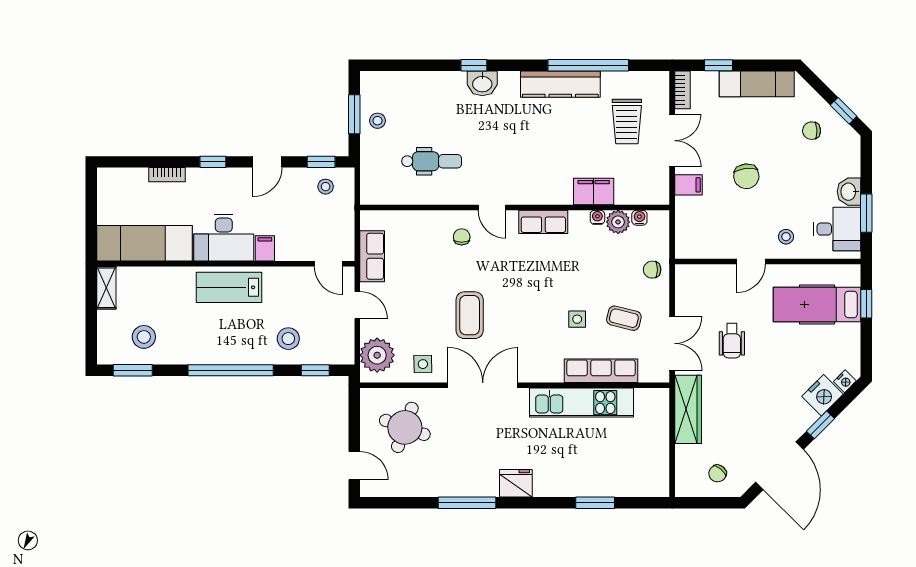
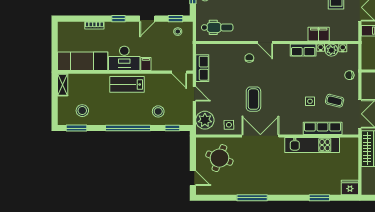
dental chair: (432, 161) -> (217, 27), moved
row of seats: (543, 222) -> (303, 50), moved
fridge: (516, 483) -> (350, 187), moved

